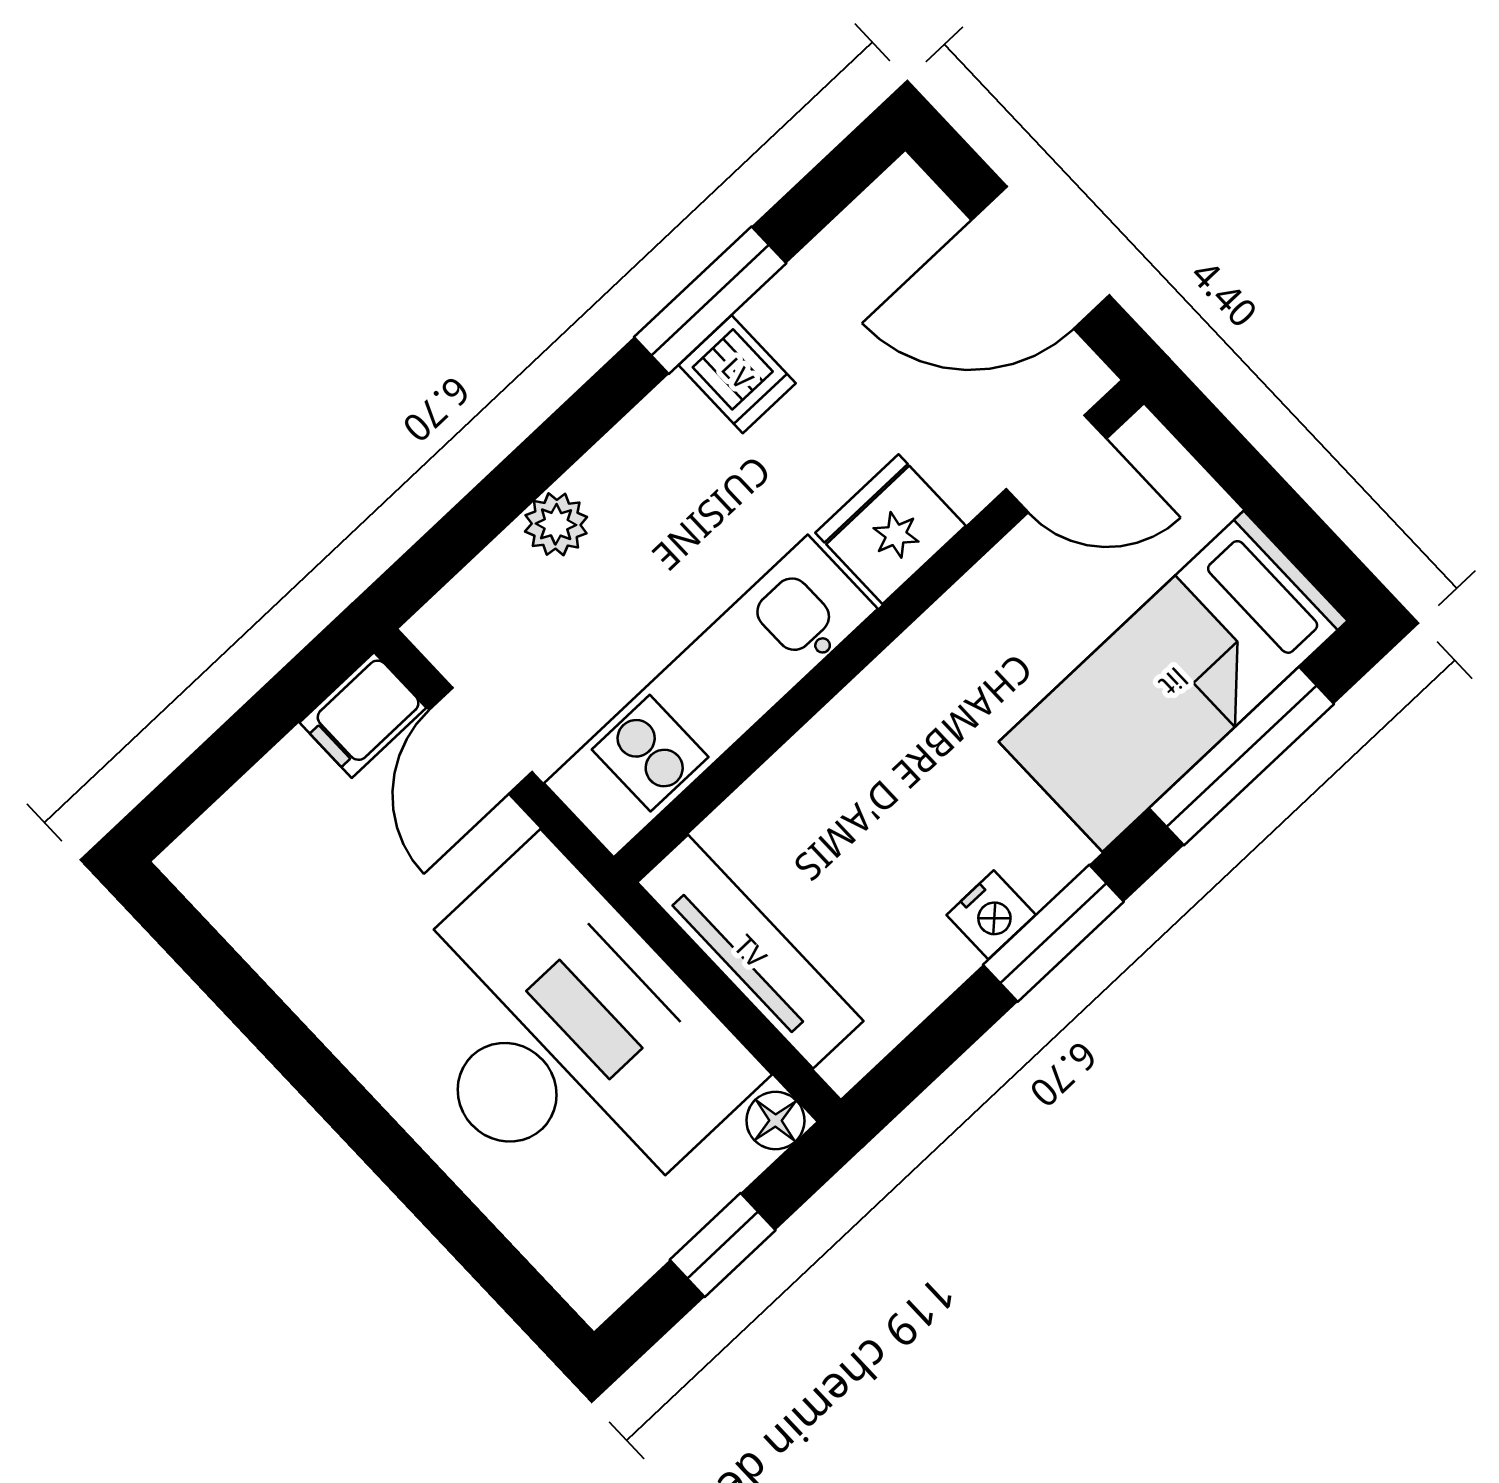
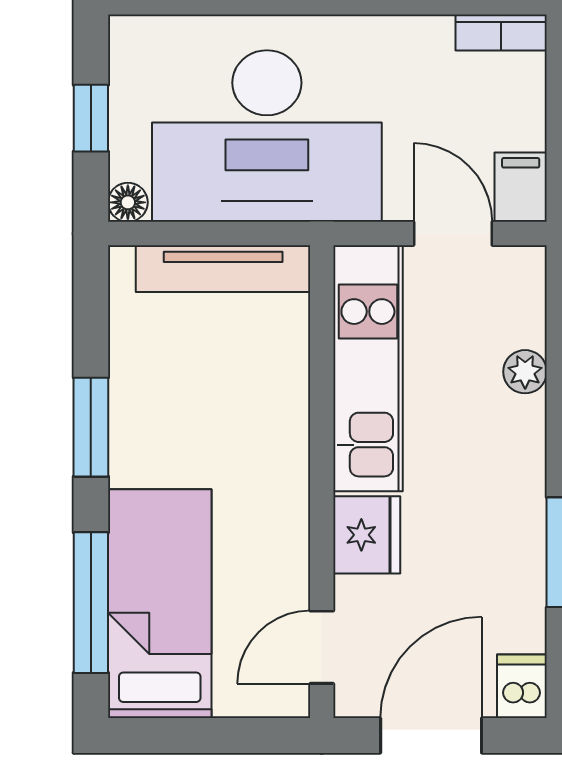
dishwasher: (737, 374) -> (522, 686), moved, turned 90
bookcase: (217, 892) -> (501, 32), added
nightstand: (991, 915) -> (129, 405), removed

